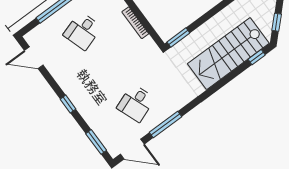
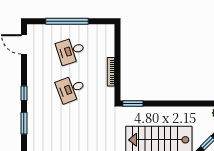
desk: (136, 103) -> (71, 89), moved
window: (96, 142) -> (24, 123), moved

